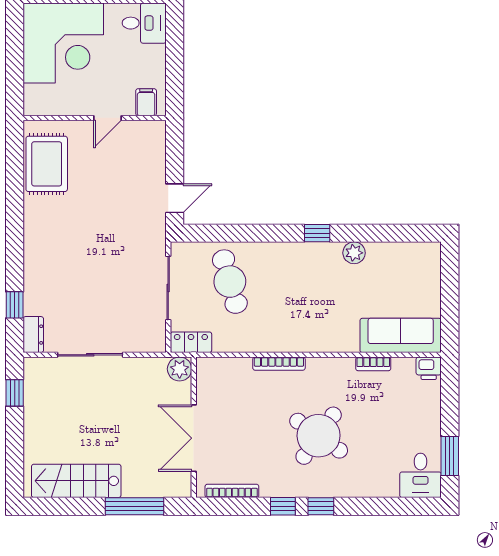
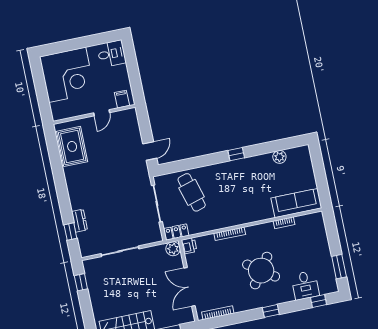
plant: (354, 253) -> (279, 157), moved
dresser: (33, 335) -> (79, 221), moved
printer: (429, 368) -> (189, 246), moved, turned -90
desk: (421, 475) -> (305, 285), moved
window: (283, 506) -> (319, 301), moved

